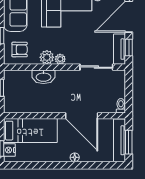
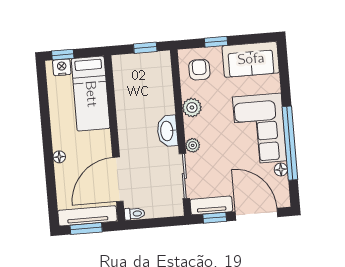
armchair: (20, 50) -> (199, 70), turned 180
plant: (60, 59) -> (193, 145), moved
washbasin: (43, 77) -> (167, 131), moved
door: (82, 116) -> (118, 179), moved

